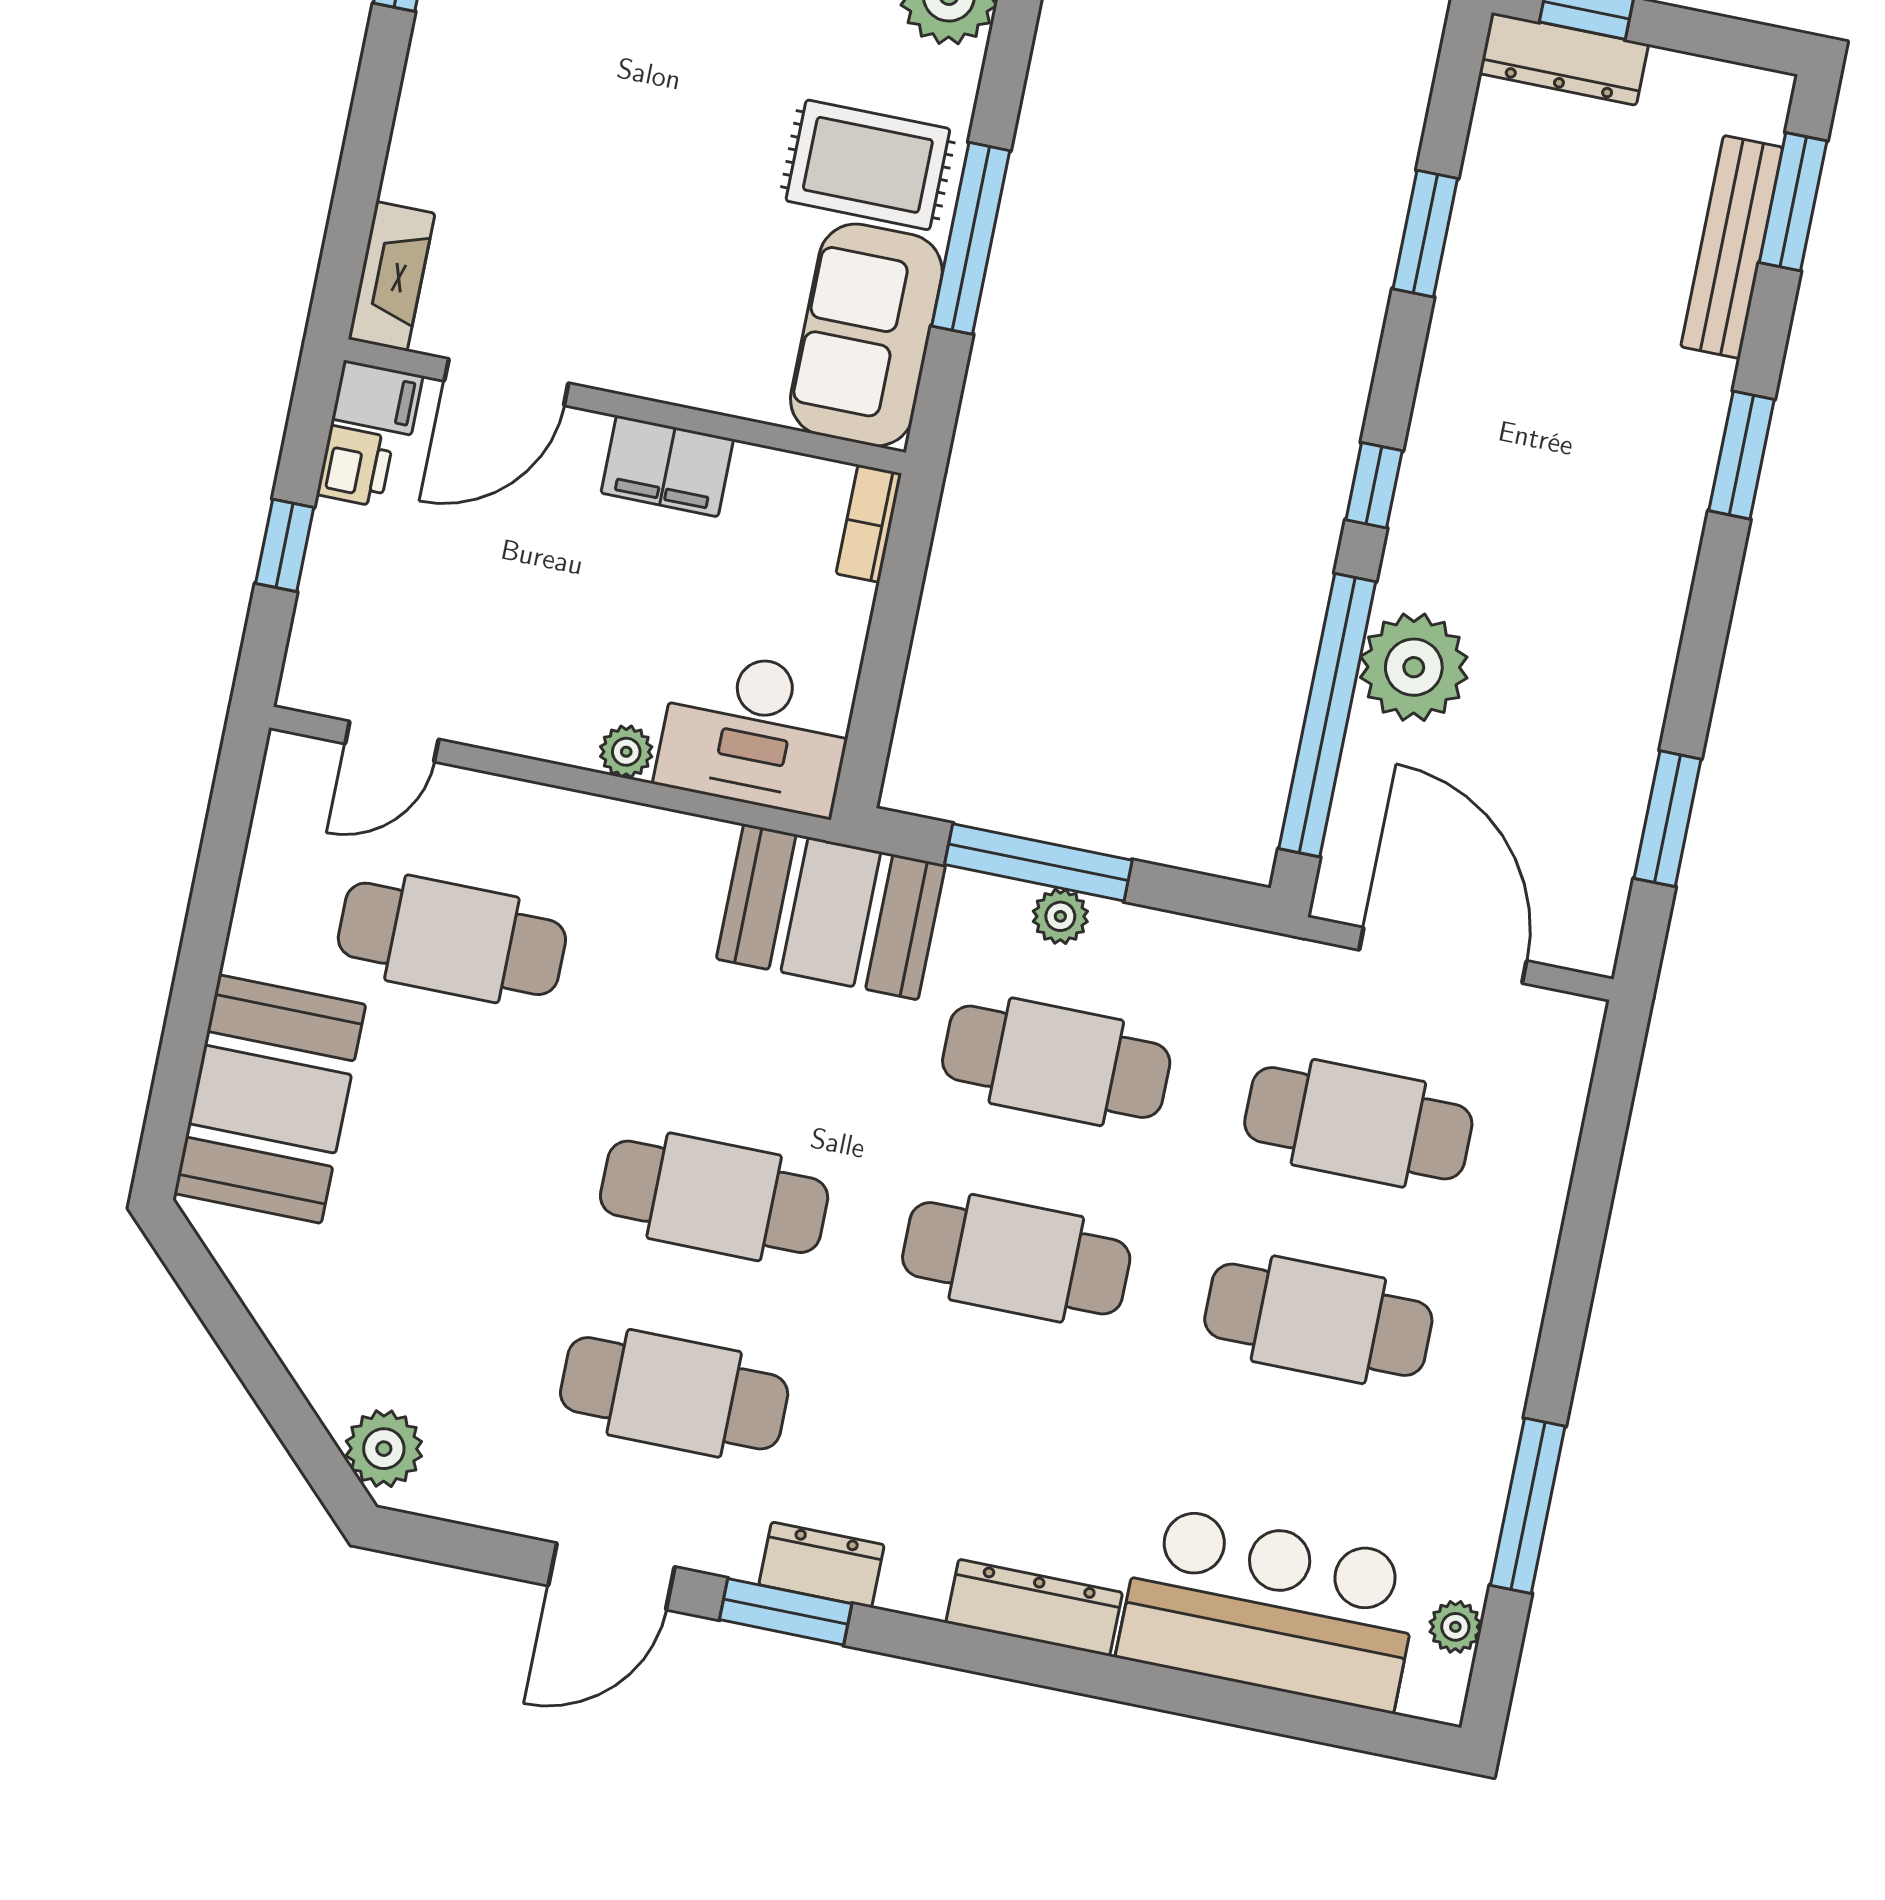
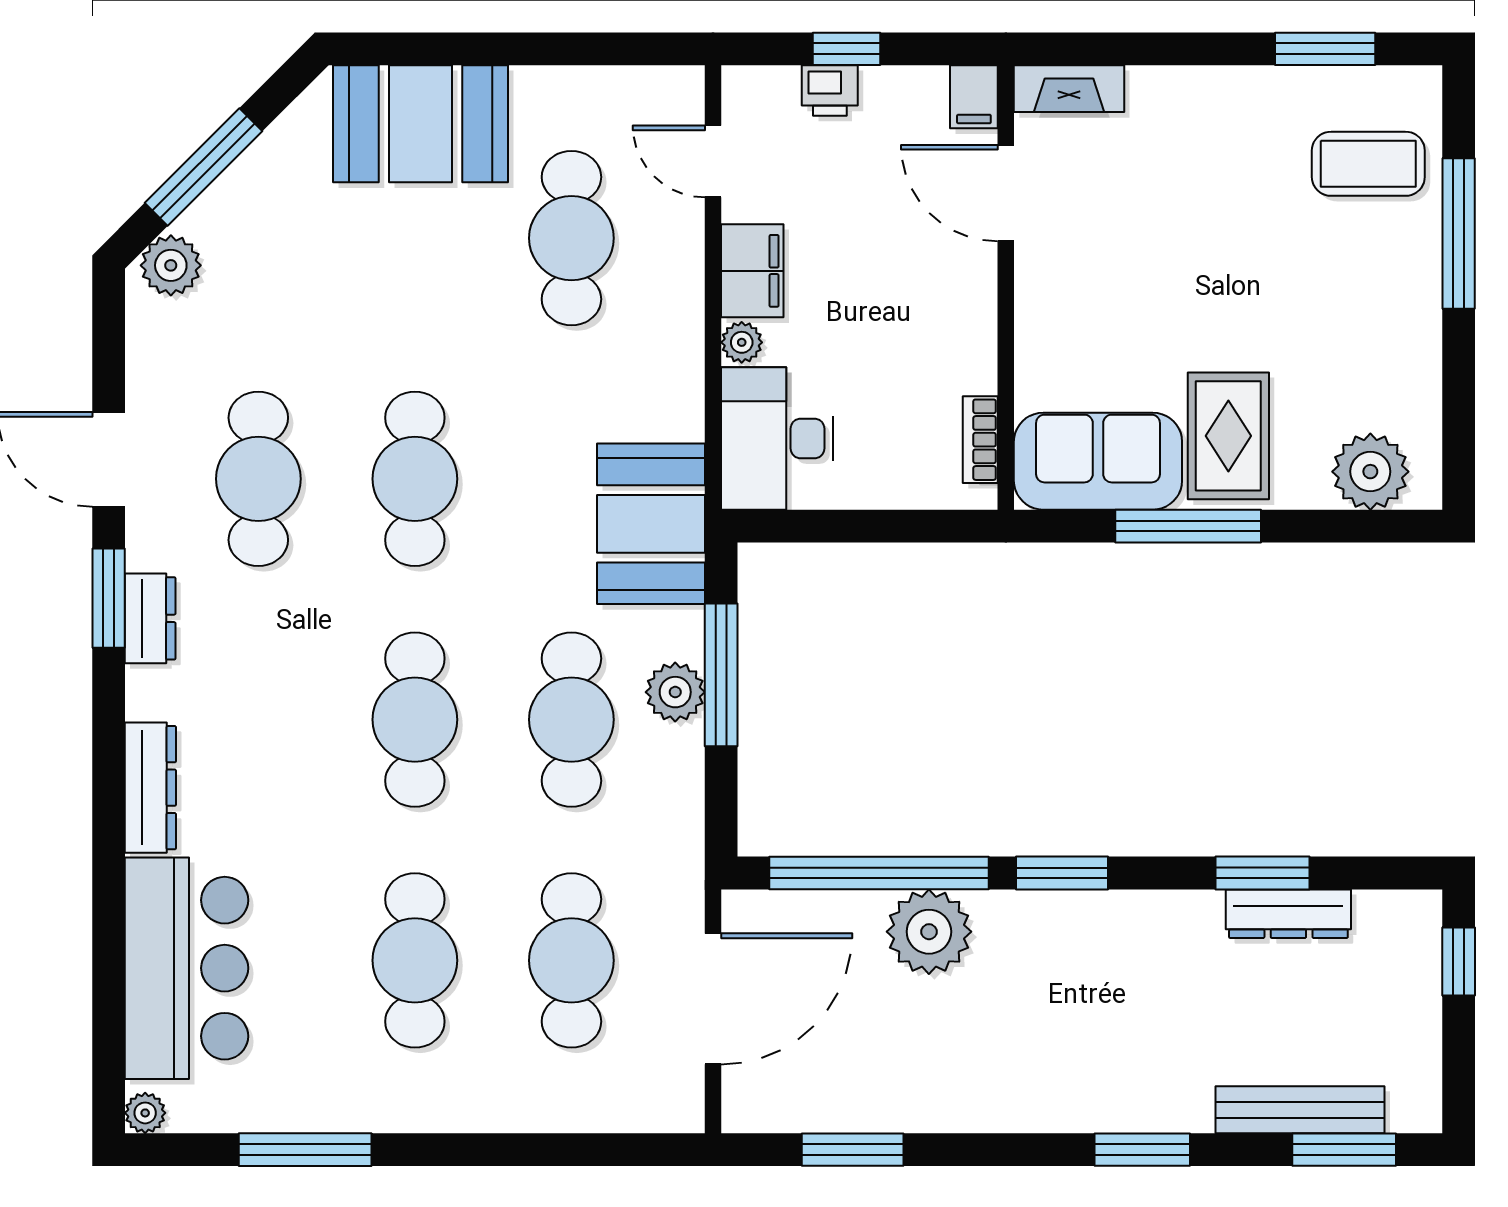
dresser: (1564, 59) -> (1288, 914), moved, turned -90
printer: (355, 466) -> (830, 90), moved
filing cabinet: (667, 466) -> (752, 271), moved, turned 180
window: (1374, 485) -> (1062, 873), width x1.50
bookcase: (869, 524) -> (980, 440), moved, turned -90
plant: (1060, 916) -> (675, 692), width x1.38, depth x1.38
window: (269, 1383) -> (203, 167), added
plant: (1455, 1627) -> (145, 1113), moved

